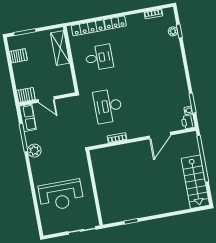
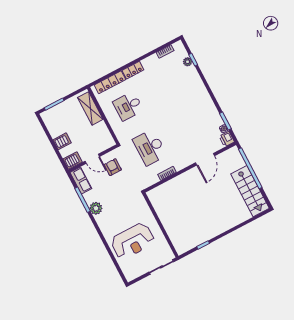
server rack: (18, 56) -> (62, 141), moved
desk: (99, 58) -> (128, 106), turned 180
armchair: (64, 114) -> (113, 167), added

